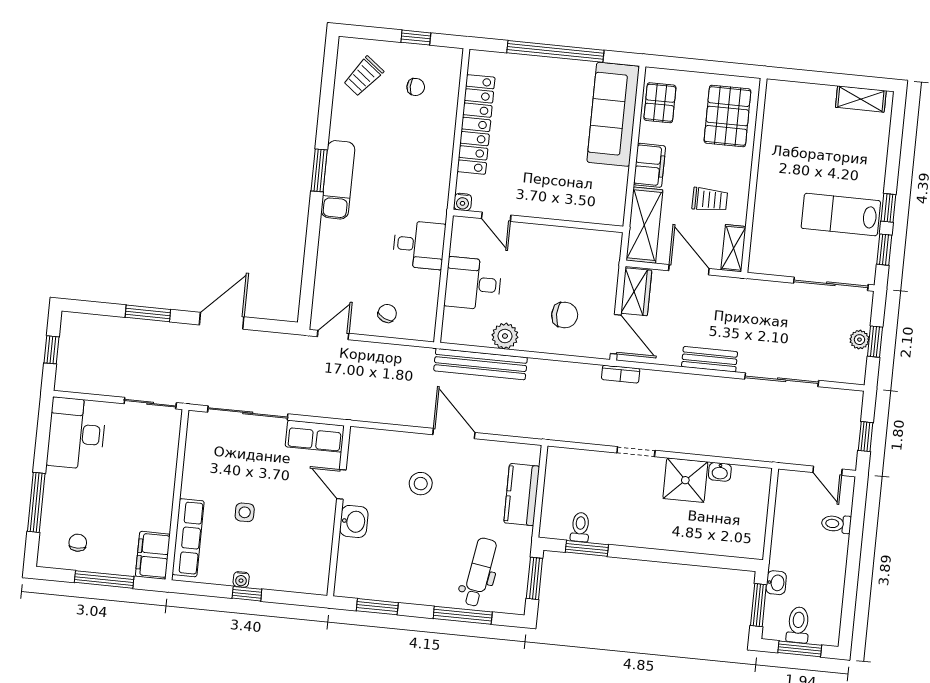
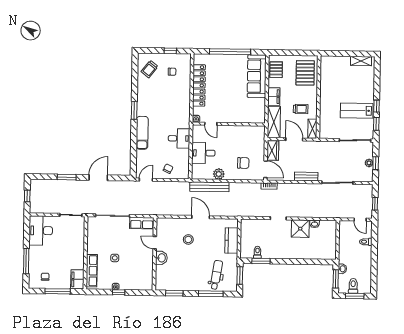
exam couch: (338, 180) -> (142, 133), moved

